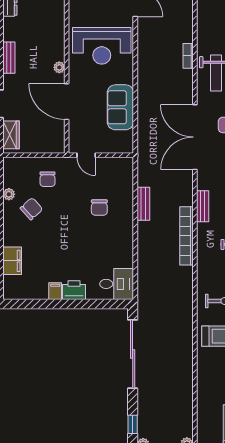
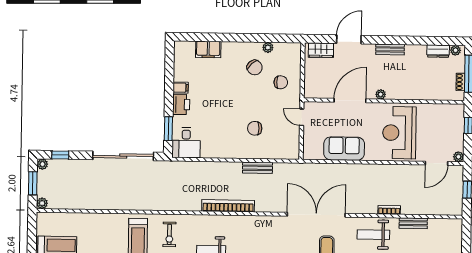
door: (86, 155) -> (302, 117), hinge flipped
chair: (47, 179) -> (281, 82), turned 180
bench: (203, 206) -> (413, 223), moved
window: (101, 304) -> (168, 129), added

